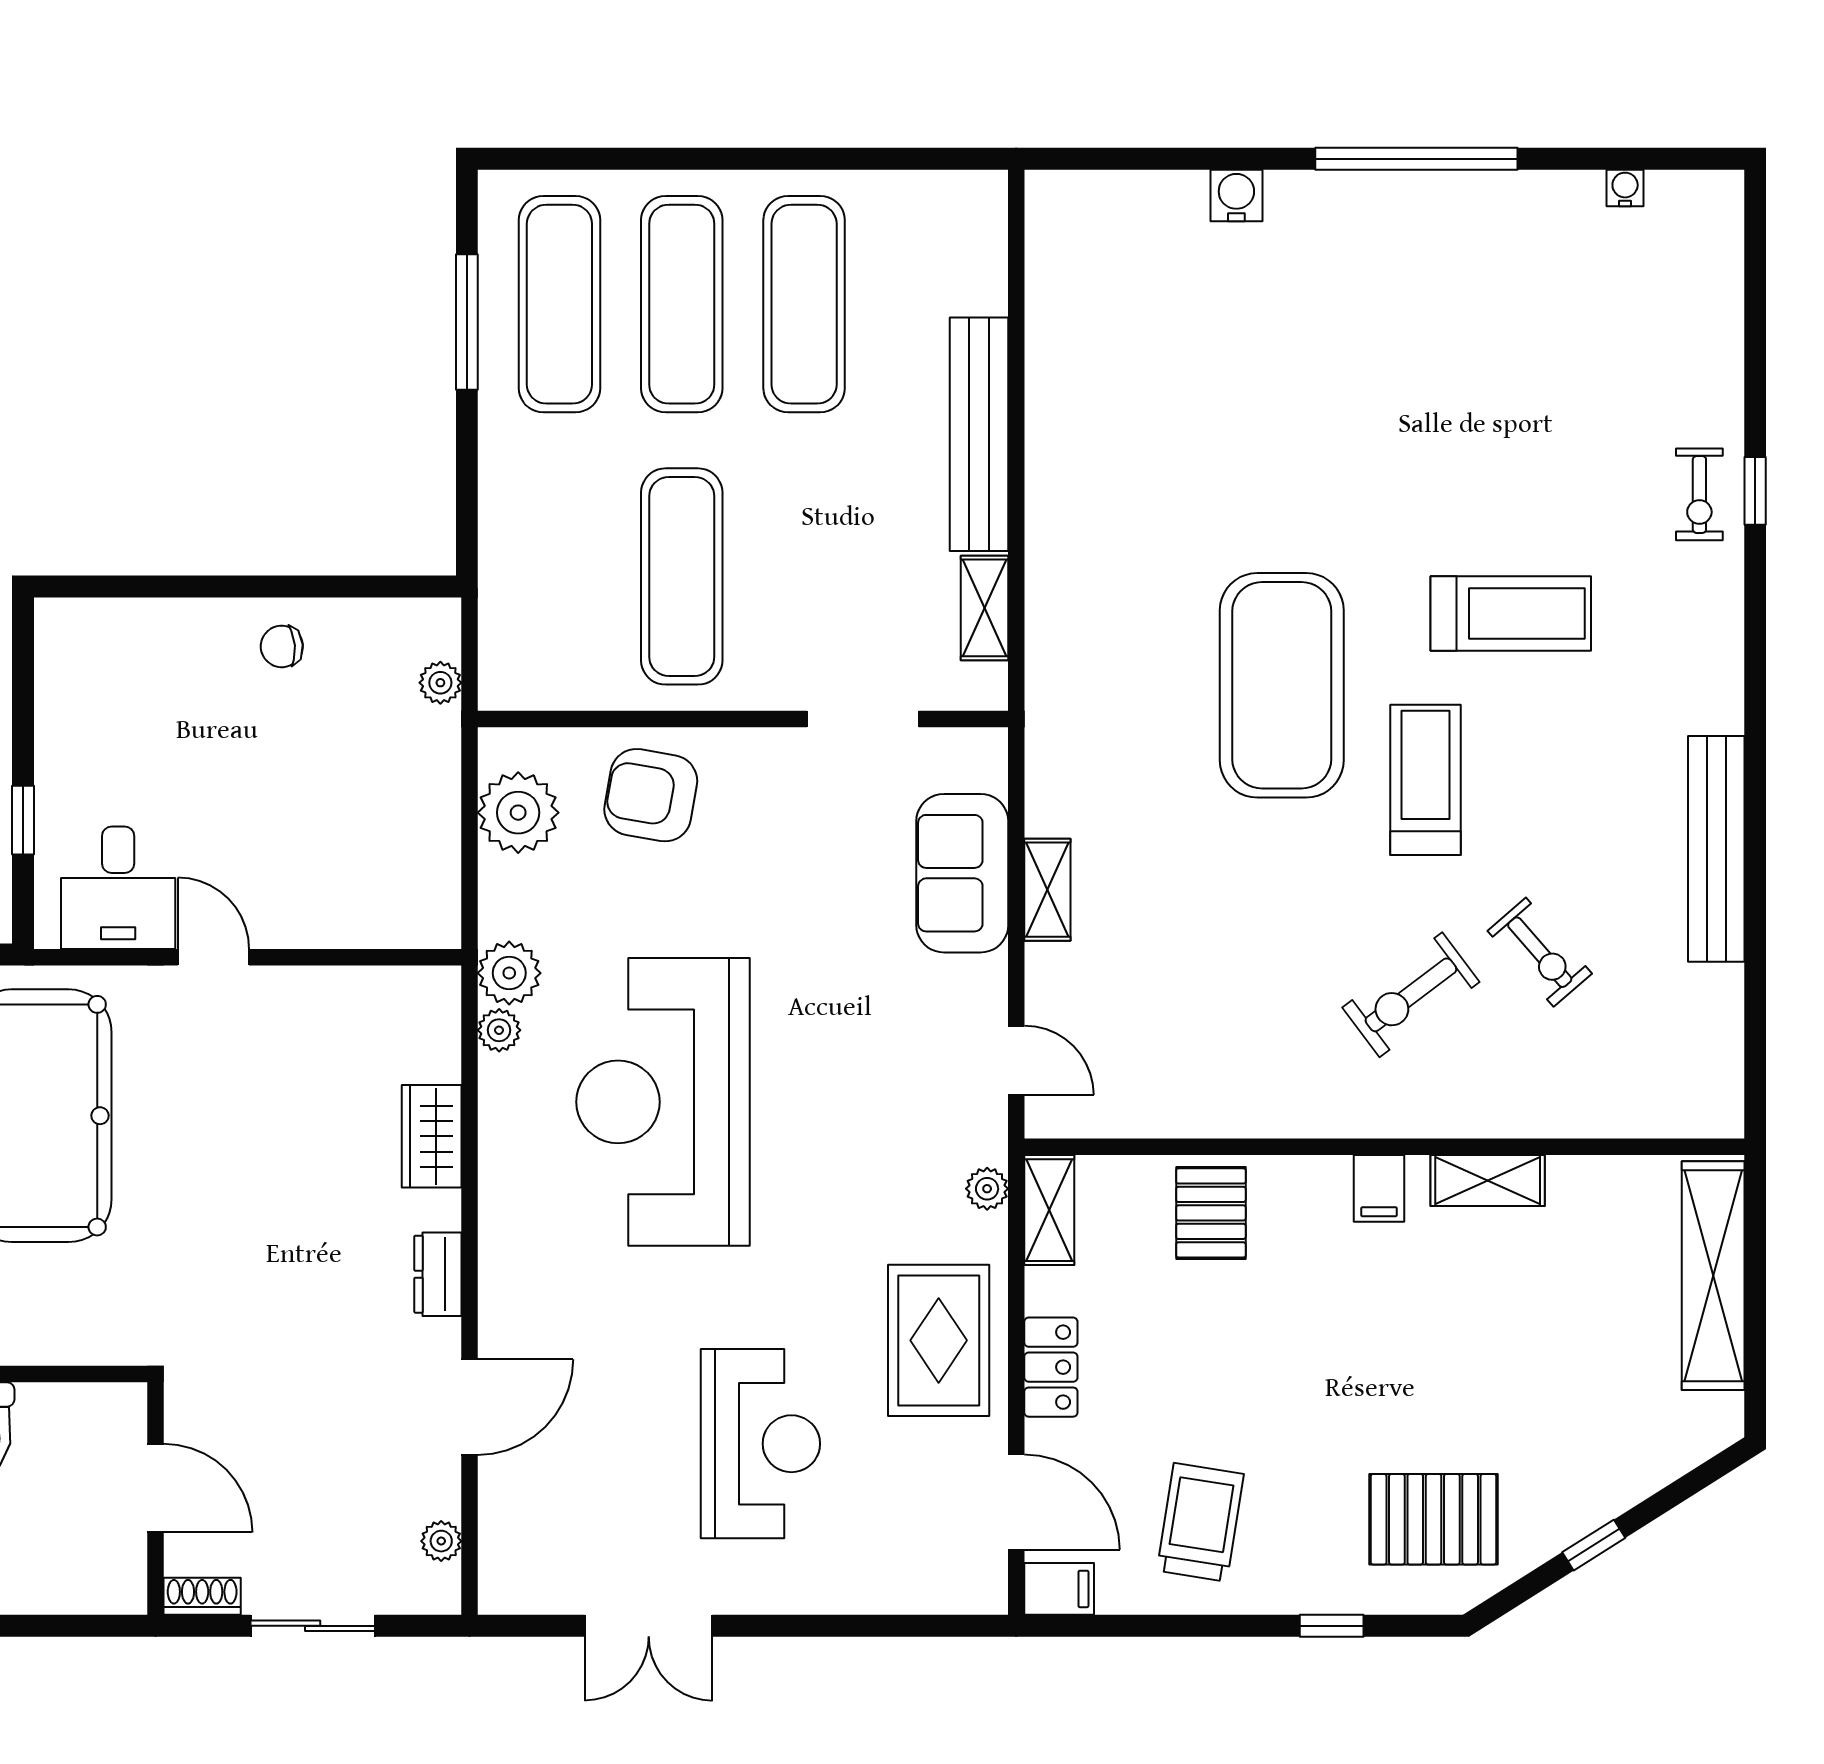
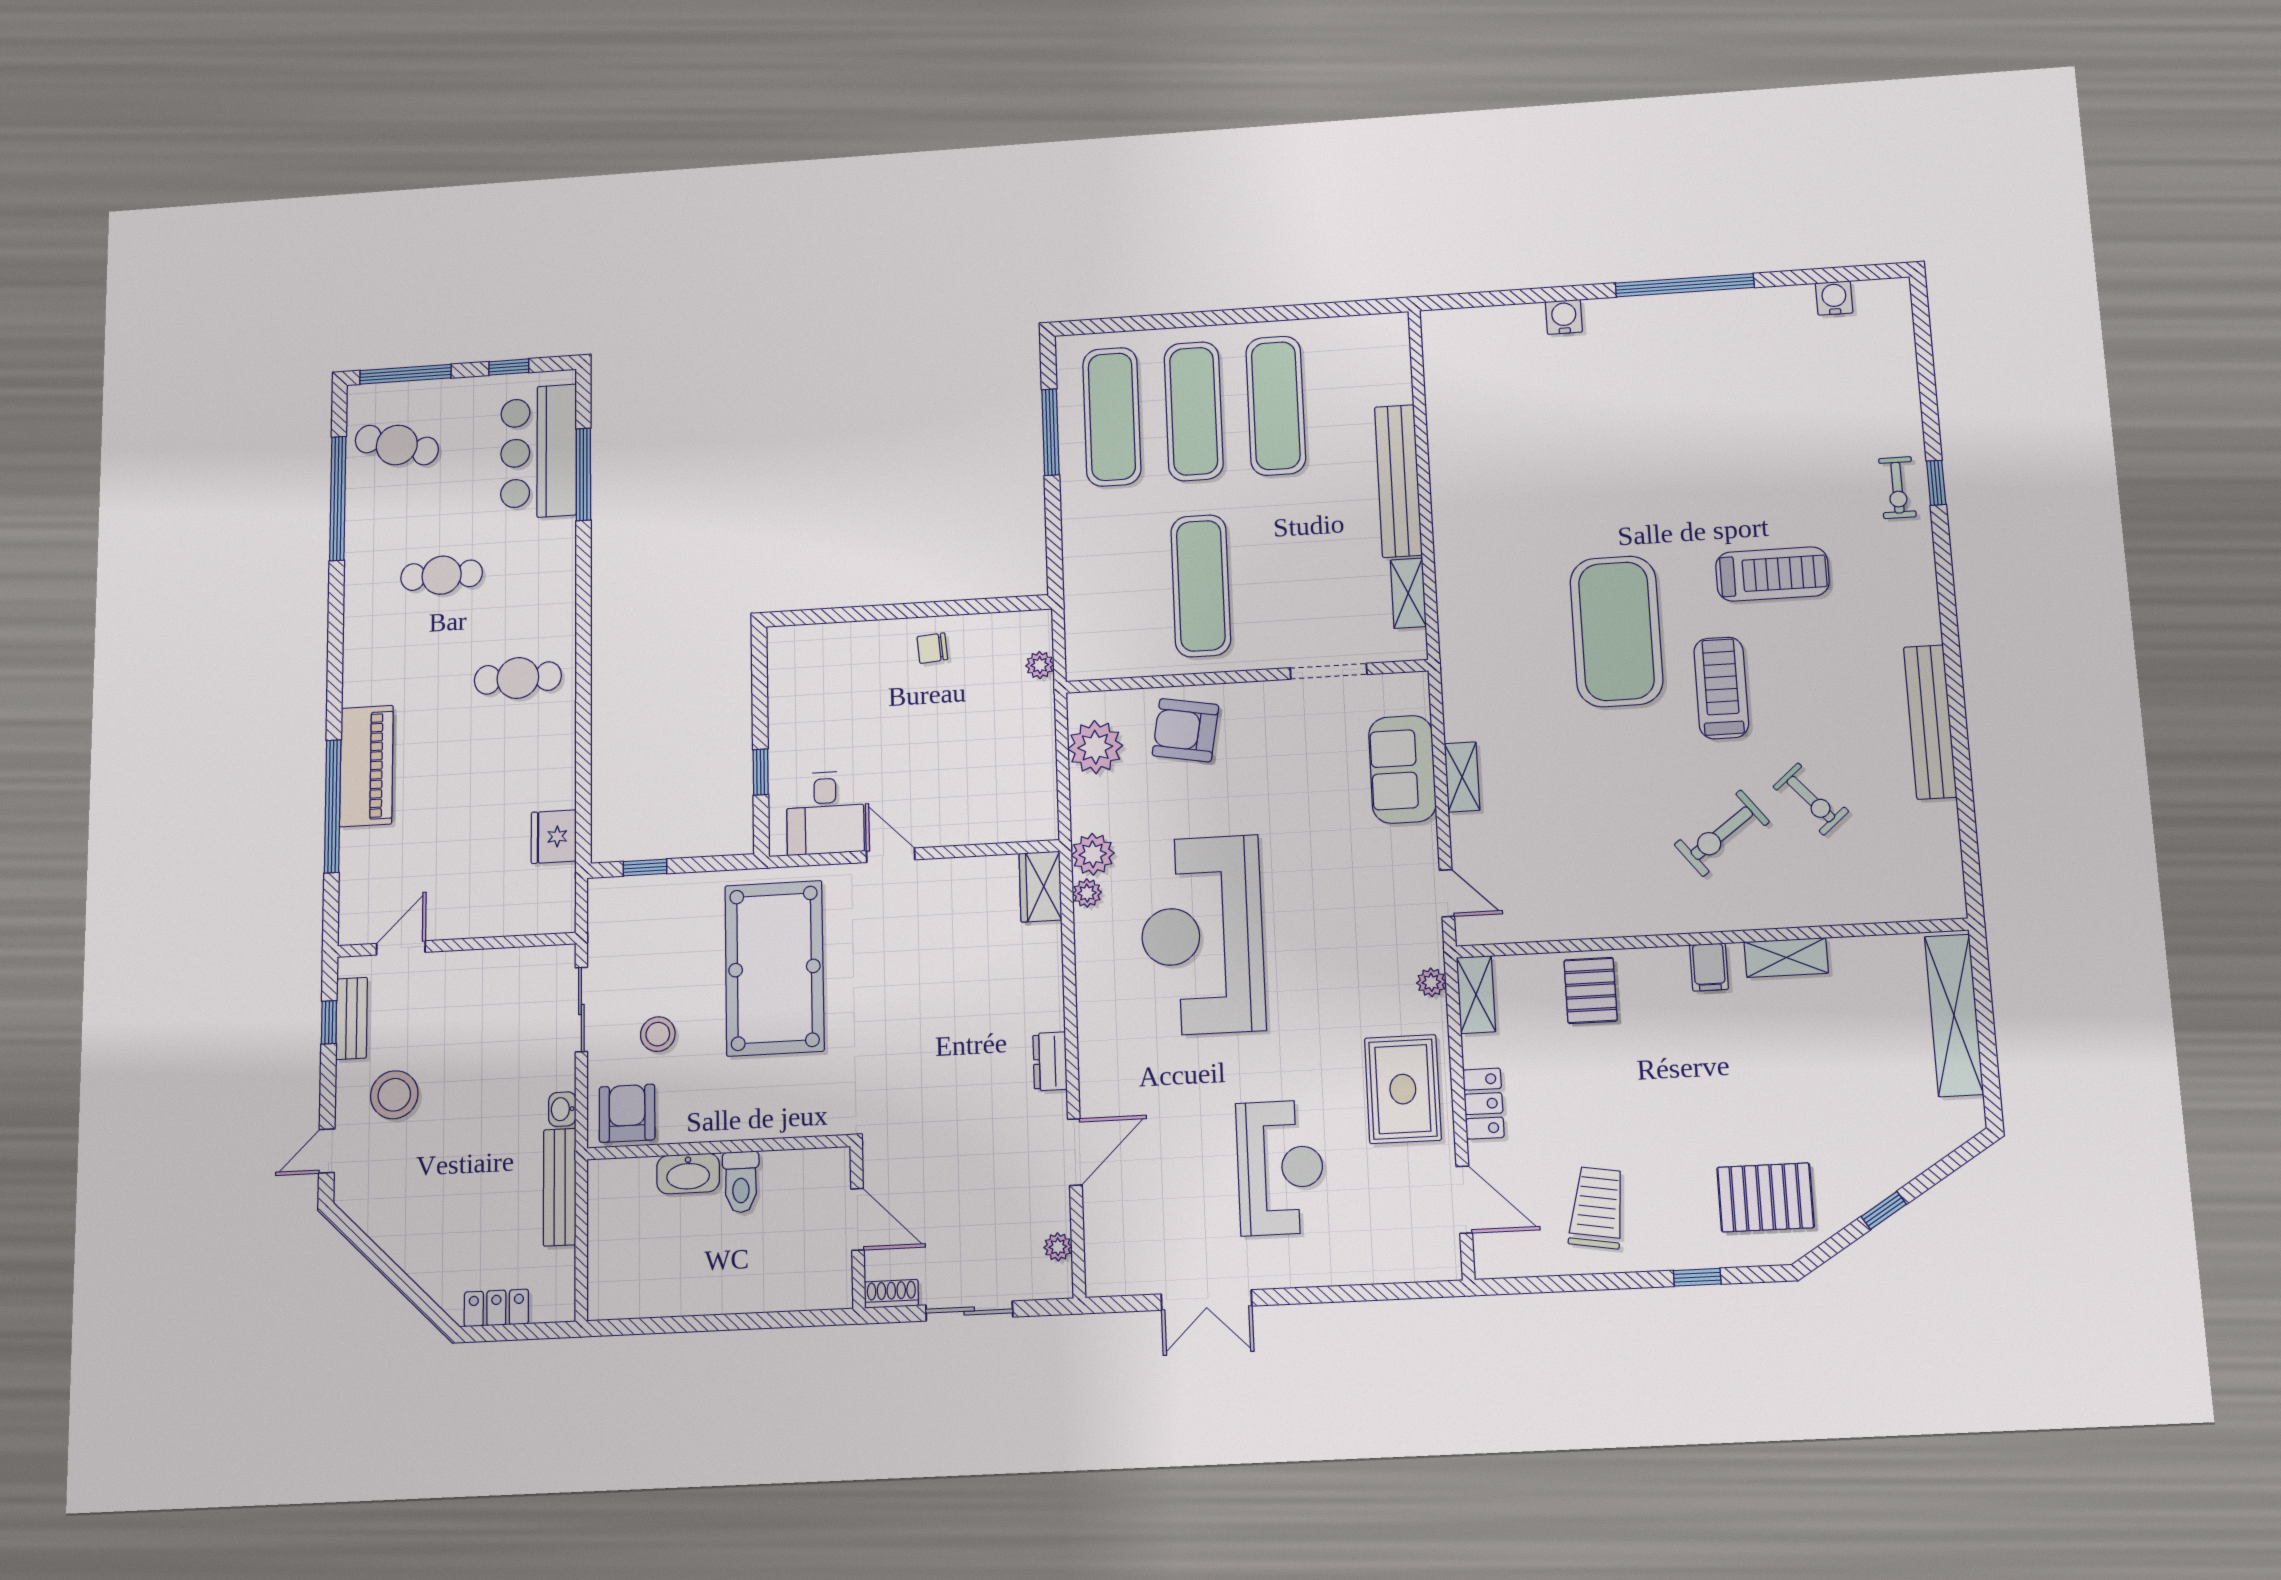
water cooler: (1625, 188) -> (1834, 298), width x1.38, depth x1.38
wardrobe: (432, 1136) -> (1040, 887), moved
filing cabinet: (1059, 1589) -> (1498, 1260), removed

